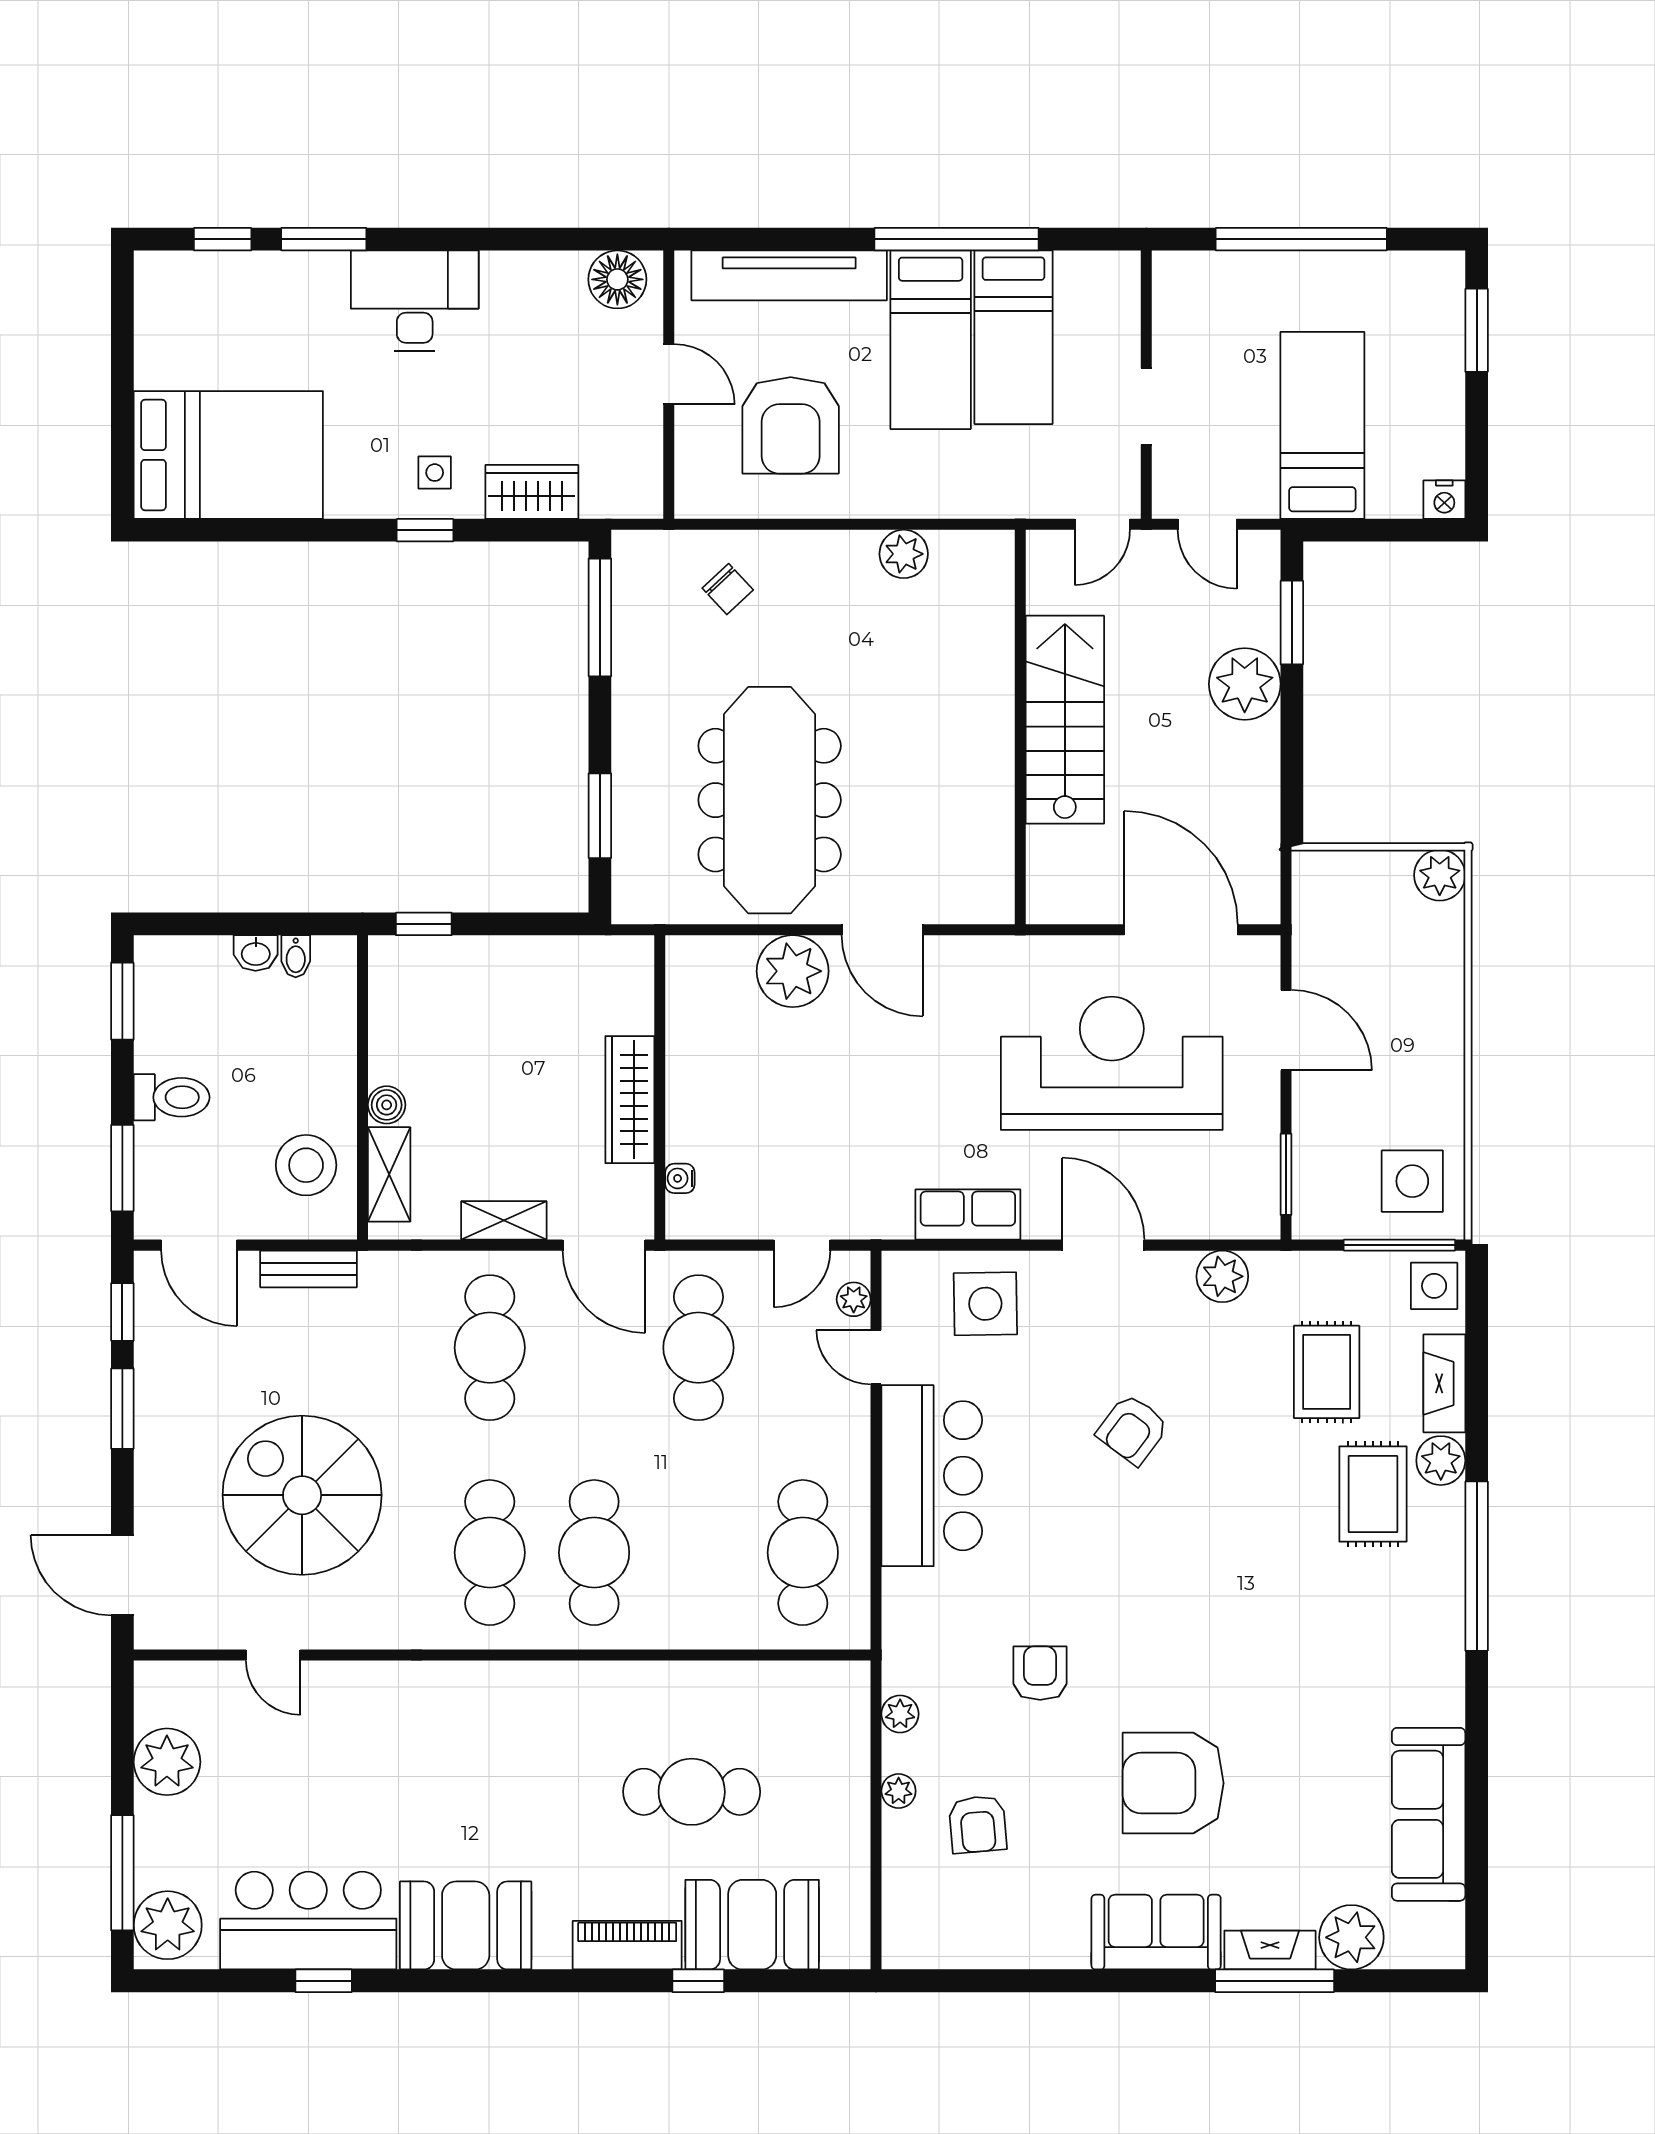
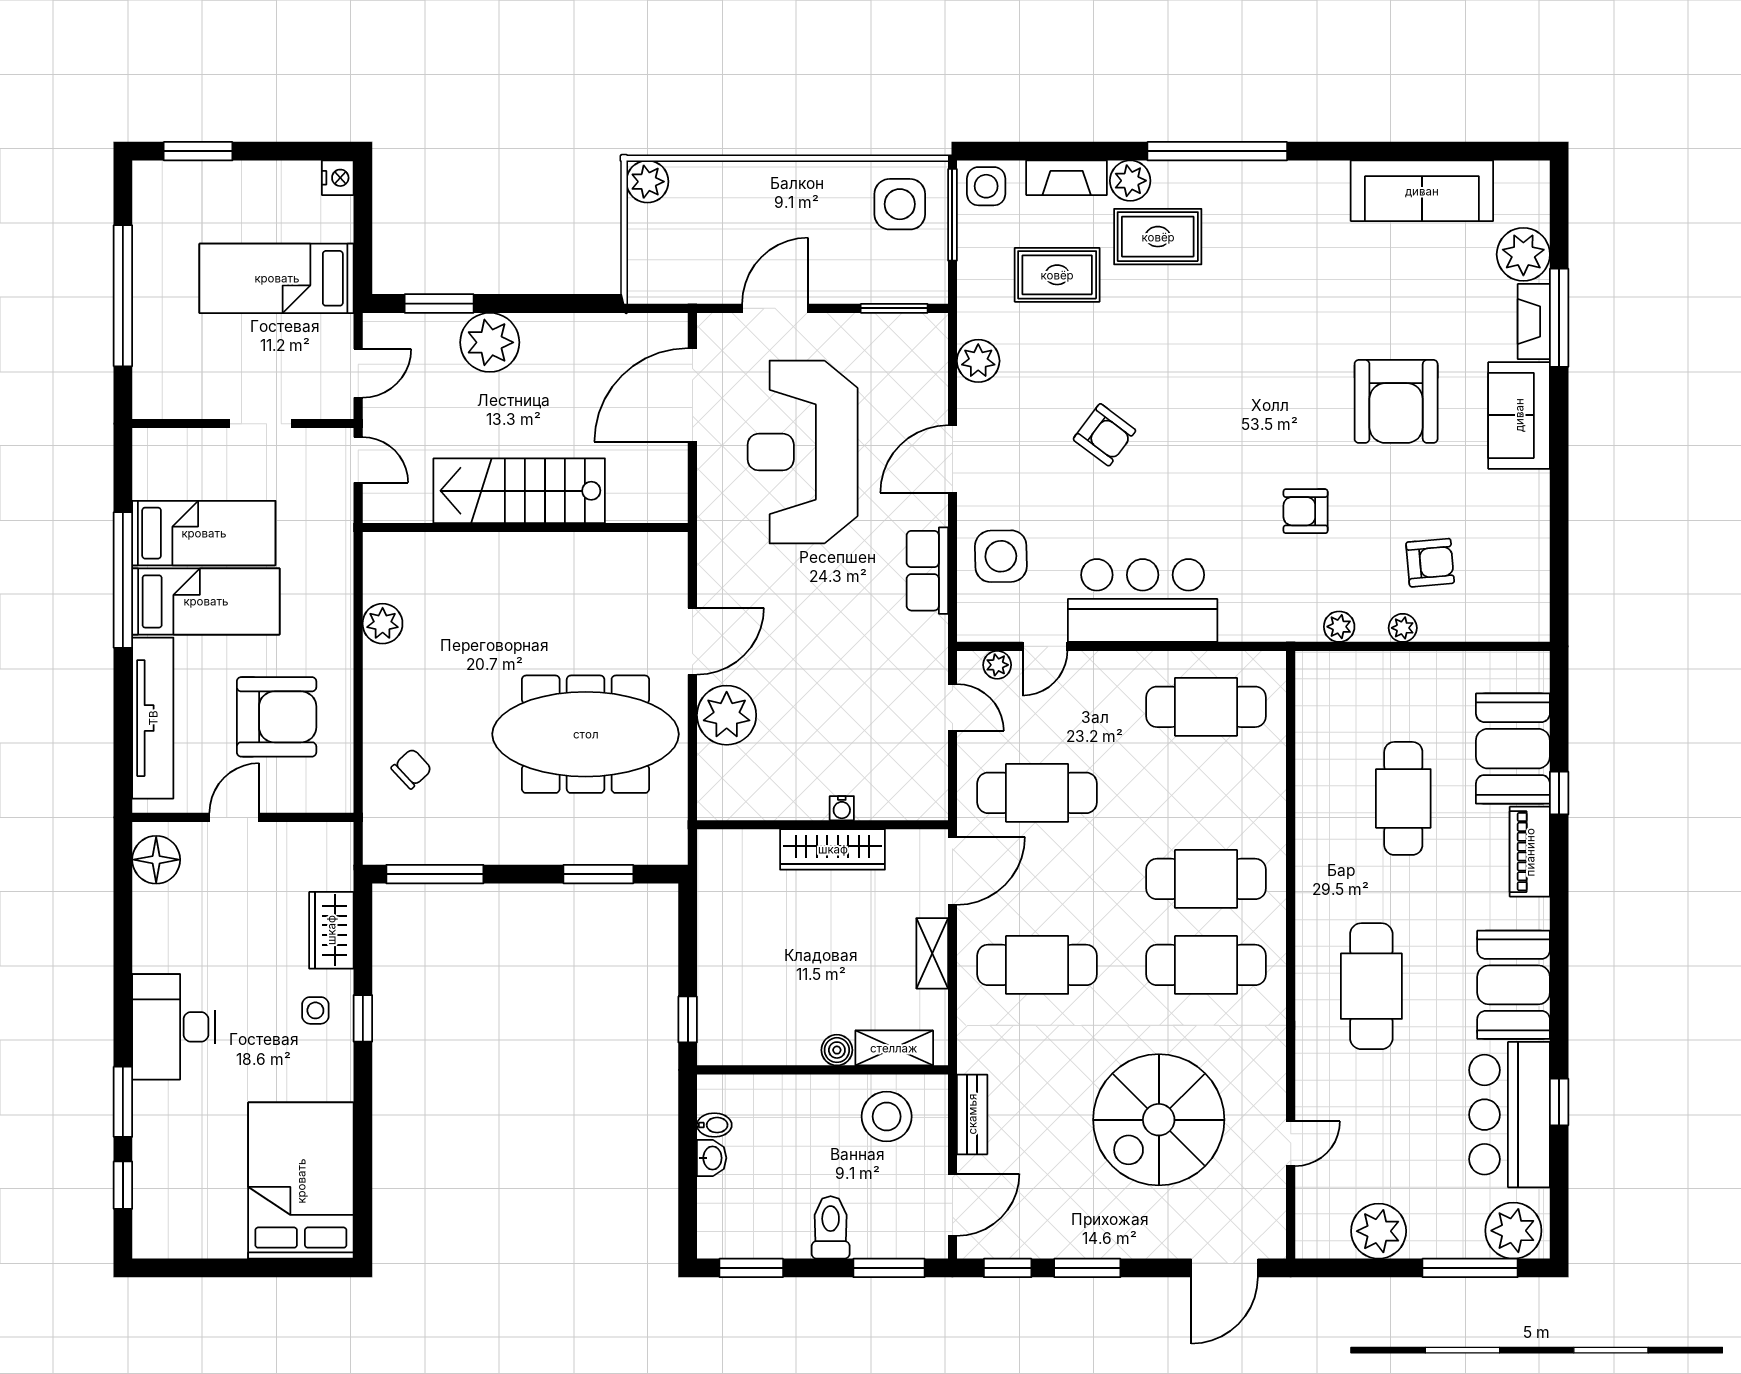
water cooler: (680, 1178) -> (842, 808), moved
cafe table: (464, 1753) -> (1371, 986), added

